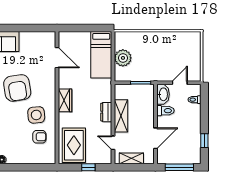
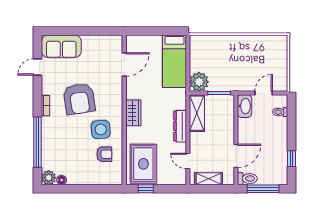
door: (57, 58) -> (124, 64), hinge flipped
plant: (123, 58) -> (199, 82), moved
toilet: (165, 111) -> (247, 179), moved
dresser: (106, 112) -> (180, 126), width x1.44
shelving: (121, 116) -> (197, 113), moved
window: (88, 167) -> (146, 189), moved

